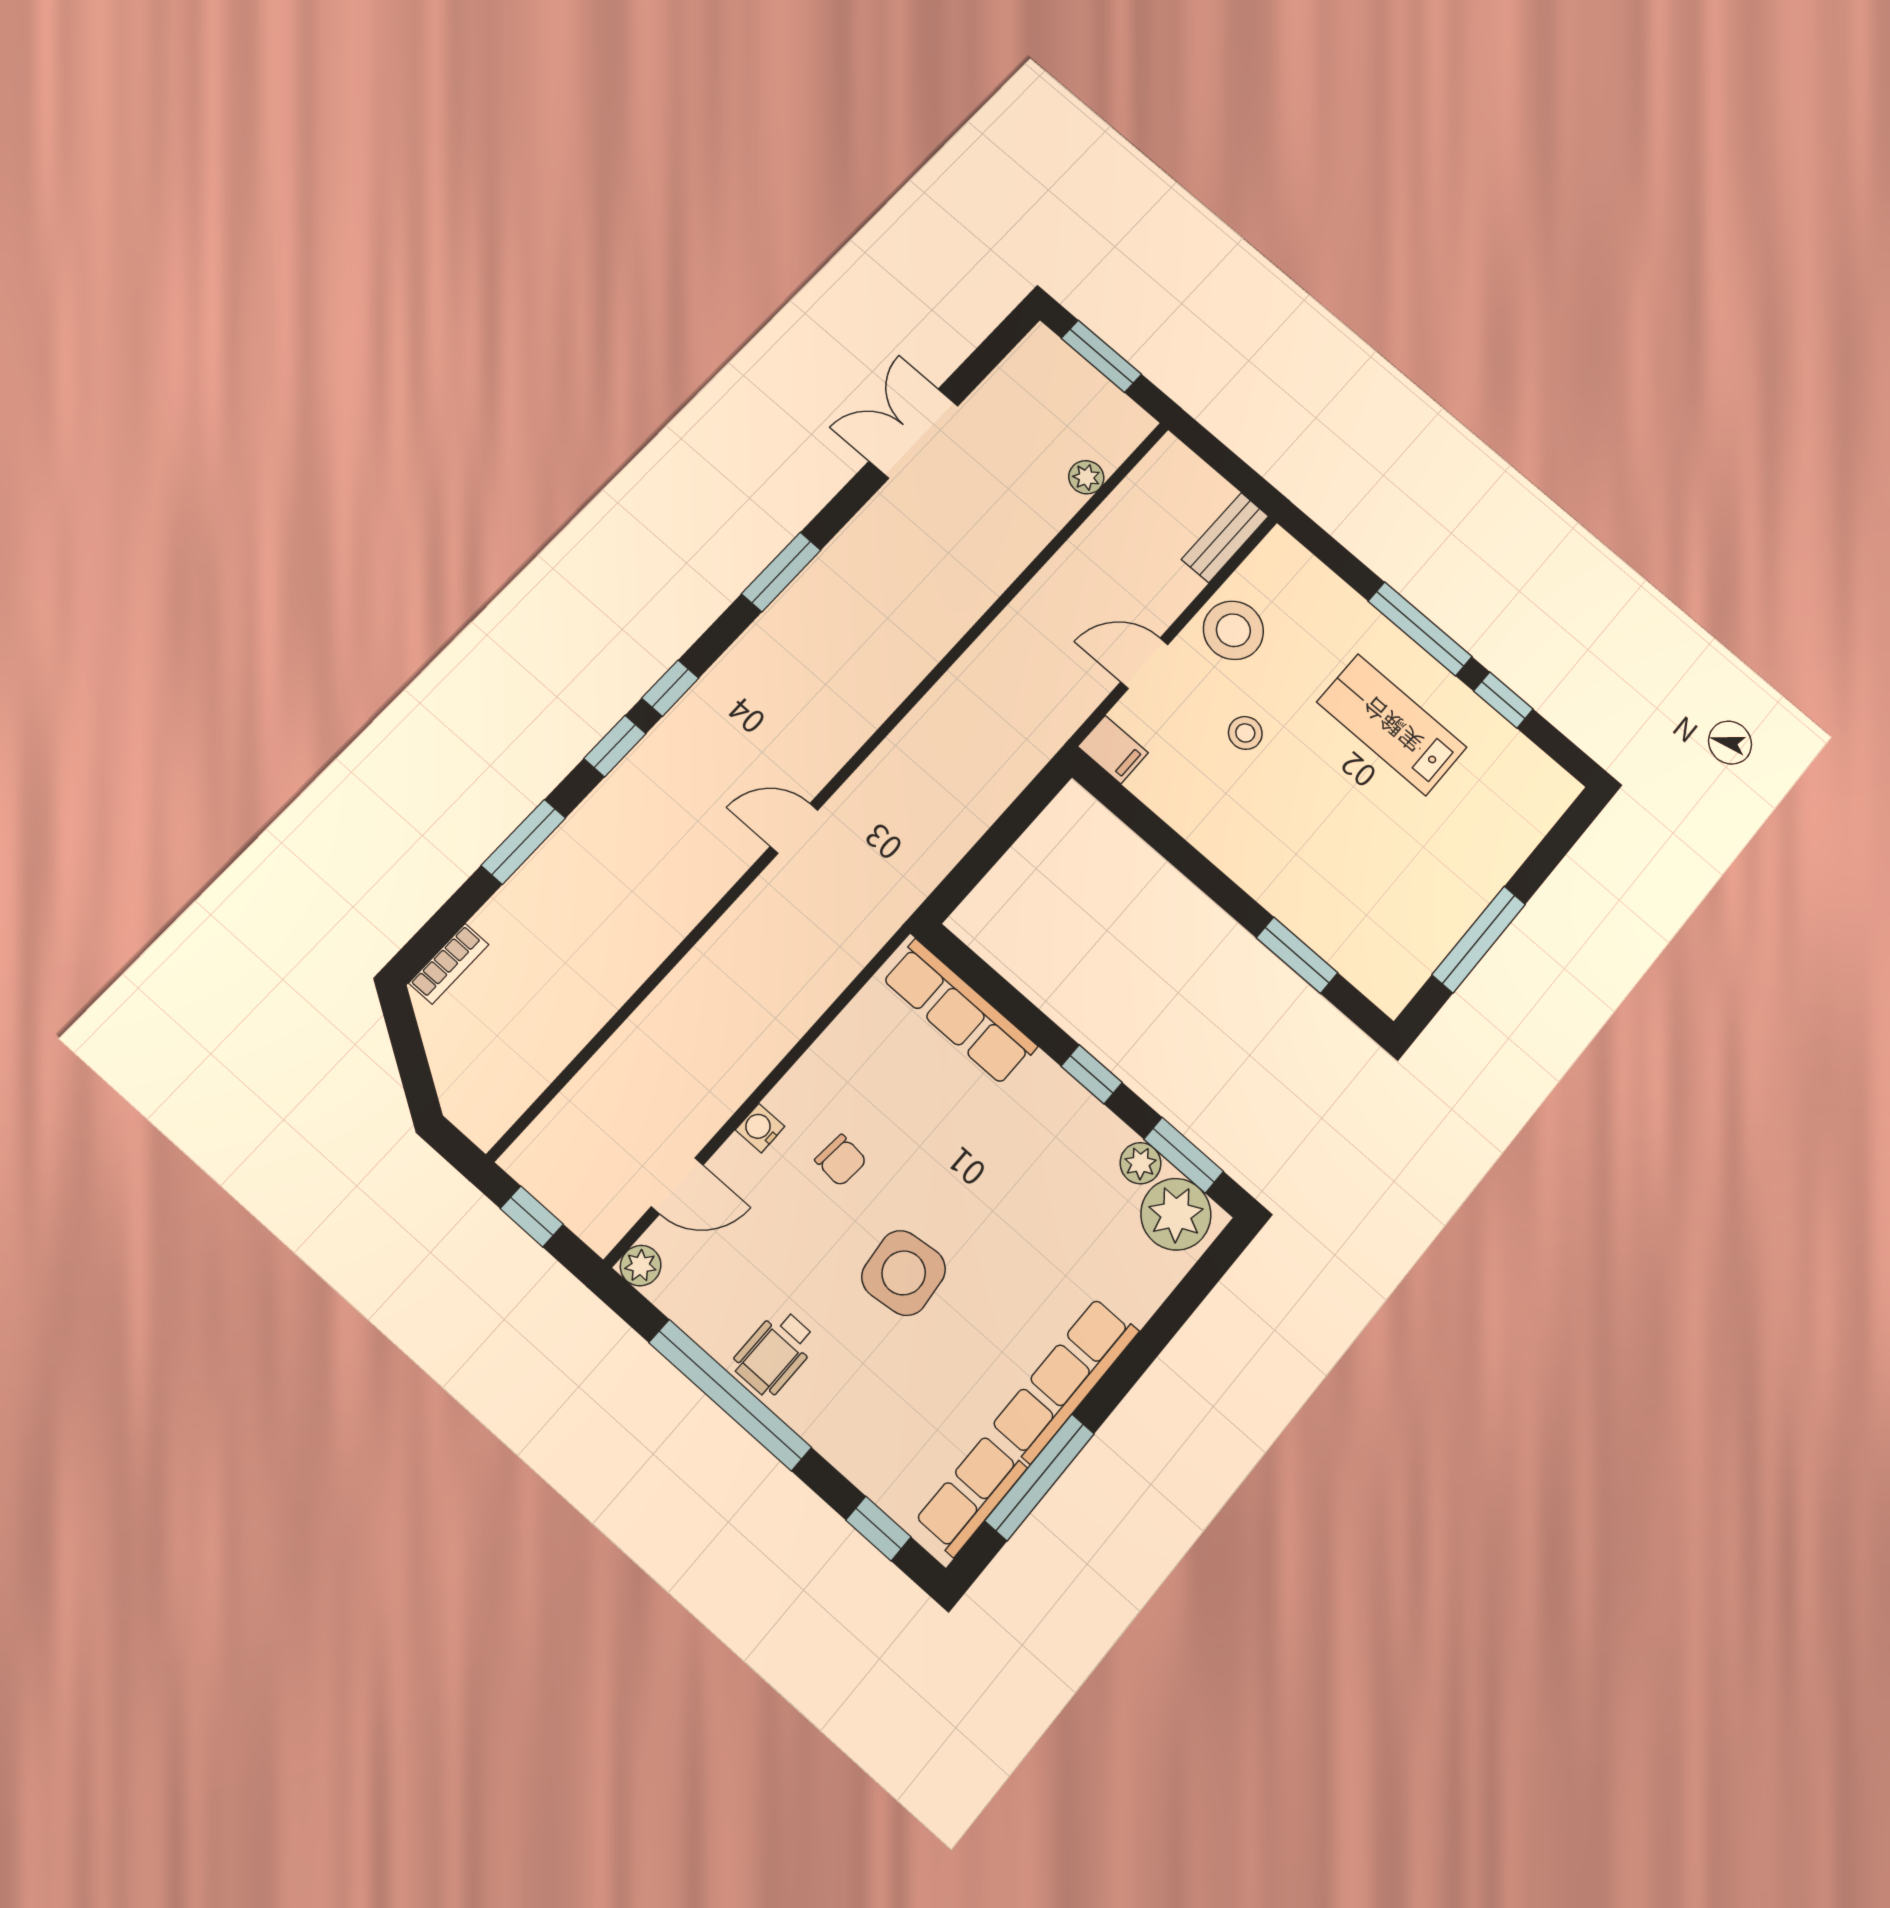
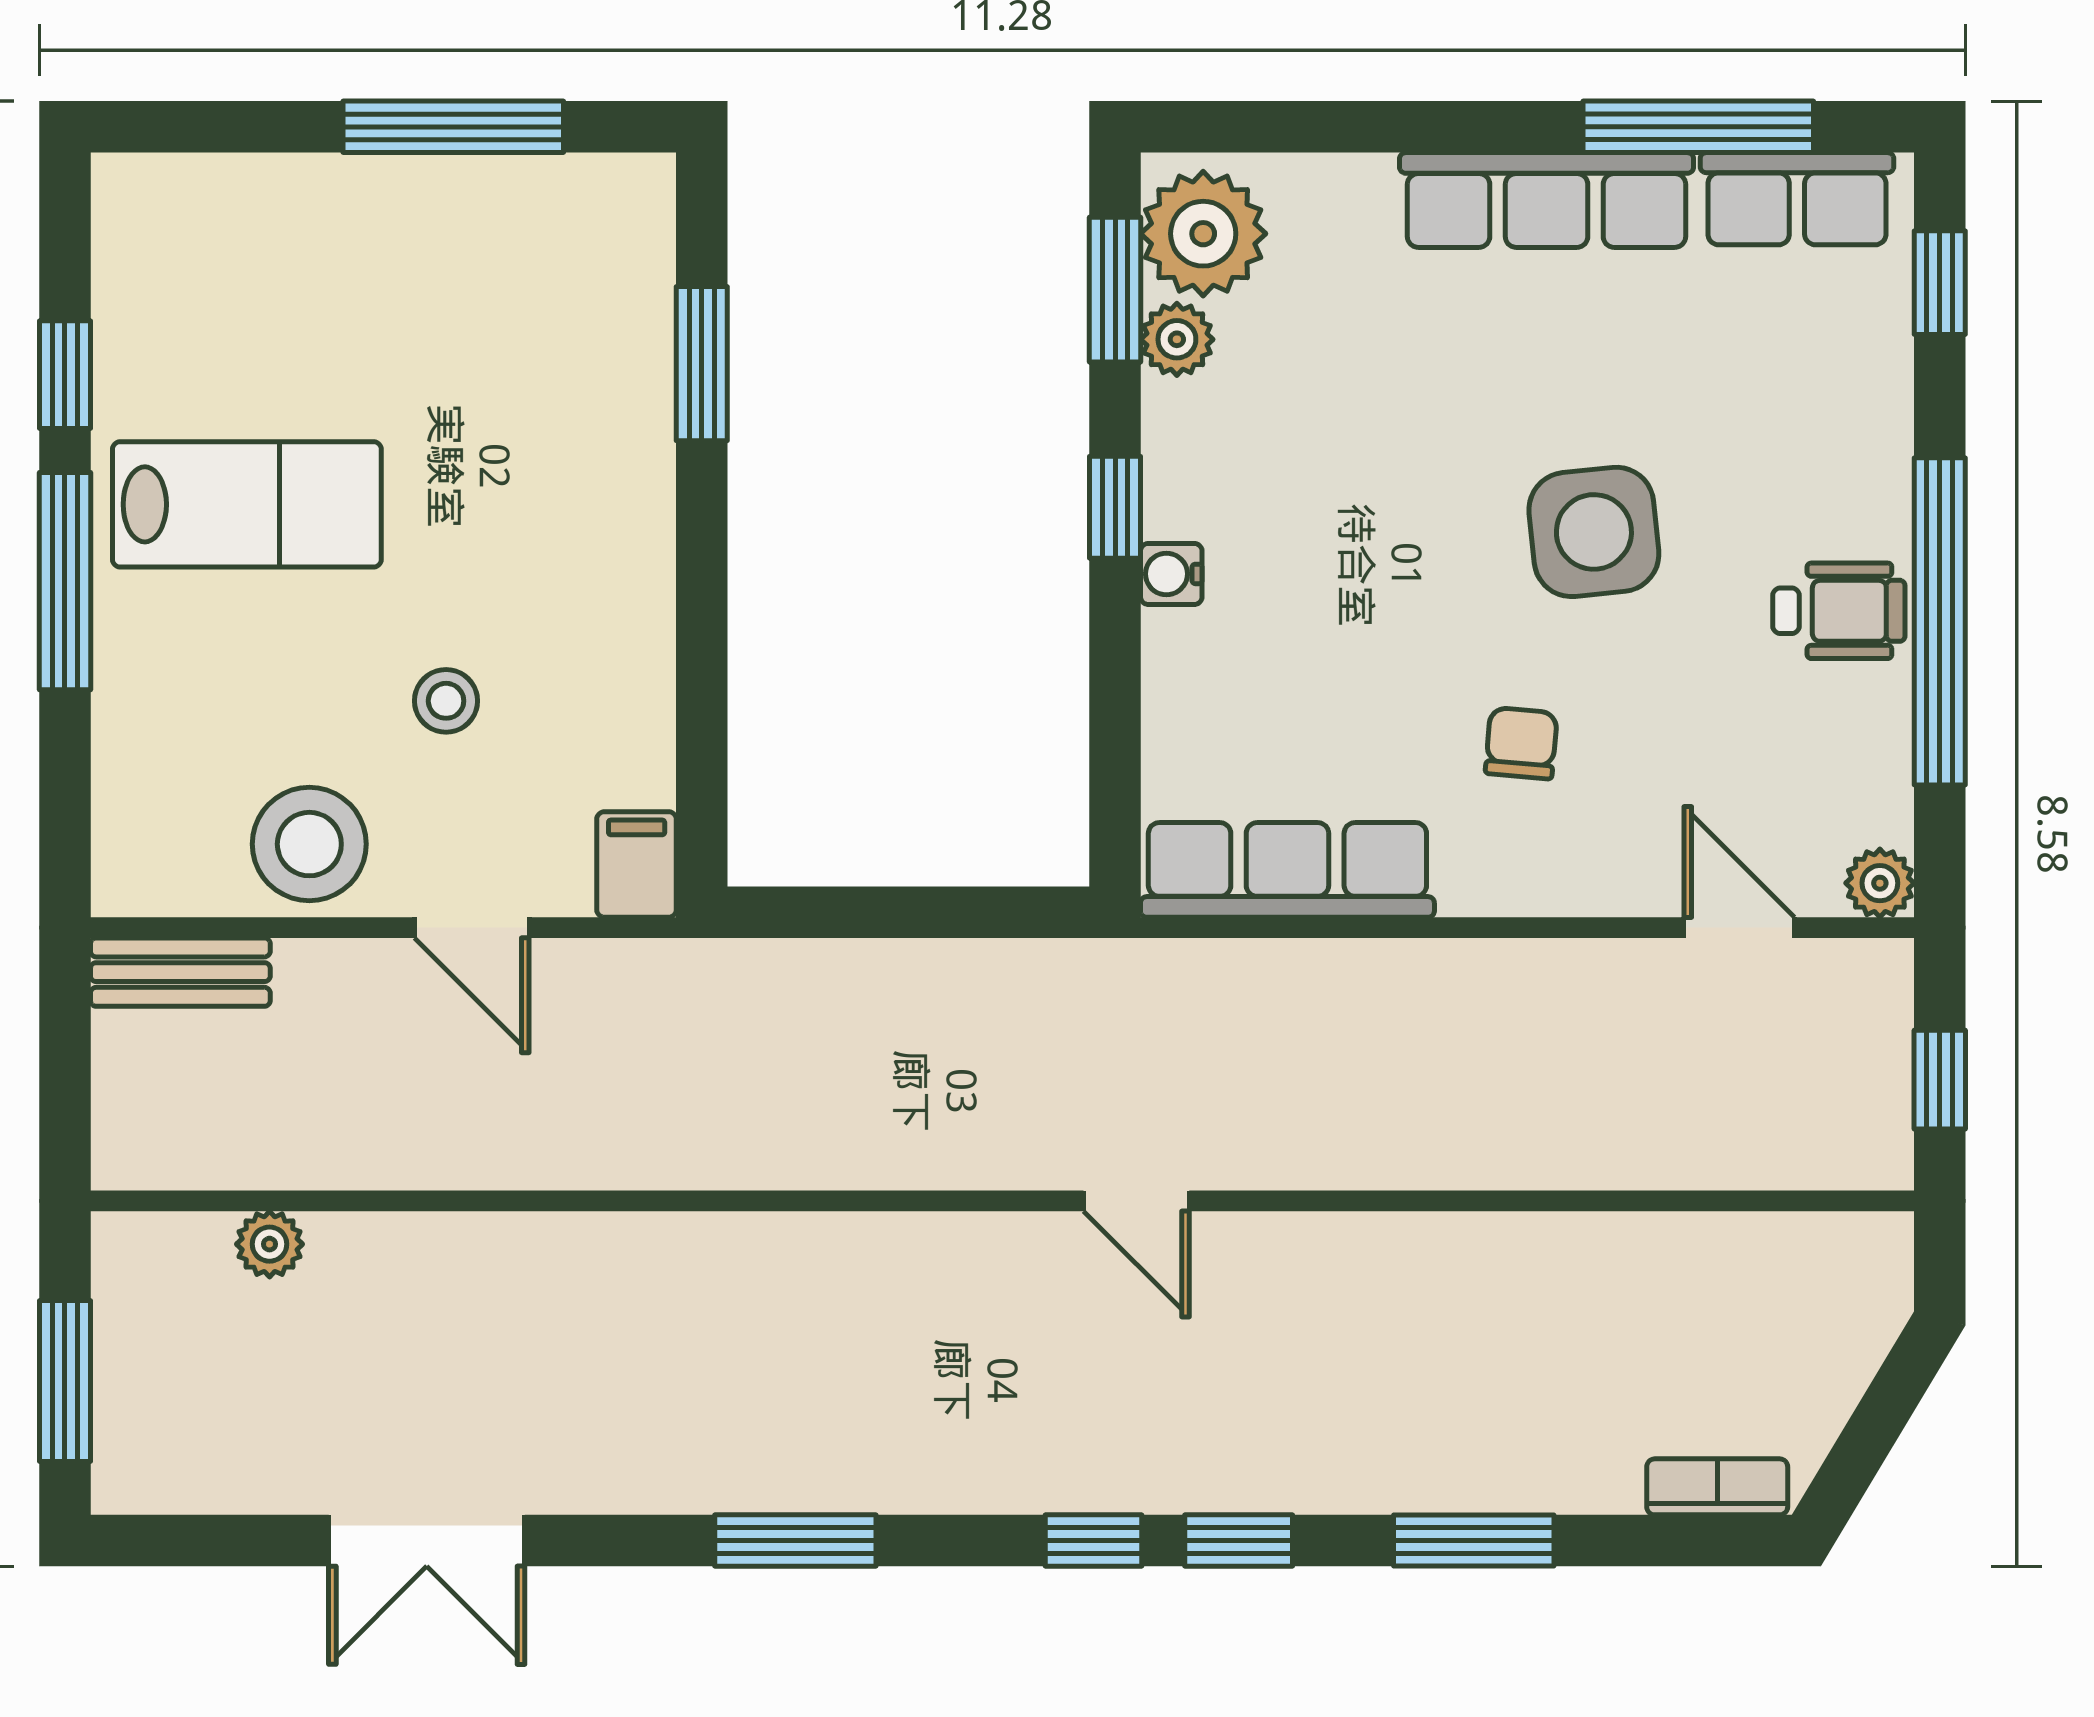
lab bench: (1392, 725) -> (247, 504), turned -90
row of seats: (959, 1012) -> (1287, 870), moved, turned -90
water cooler: (760, 1128) -> (1171, 574), moved, turned 90

